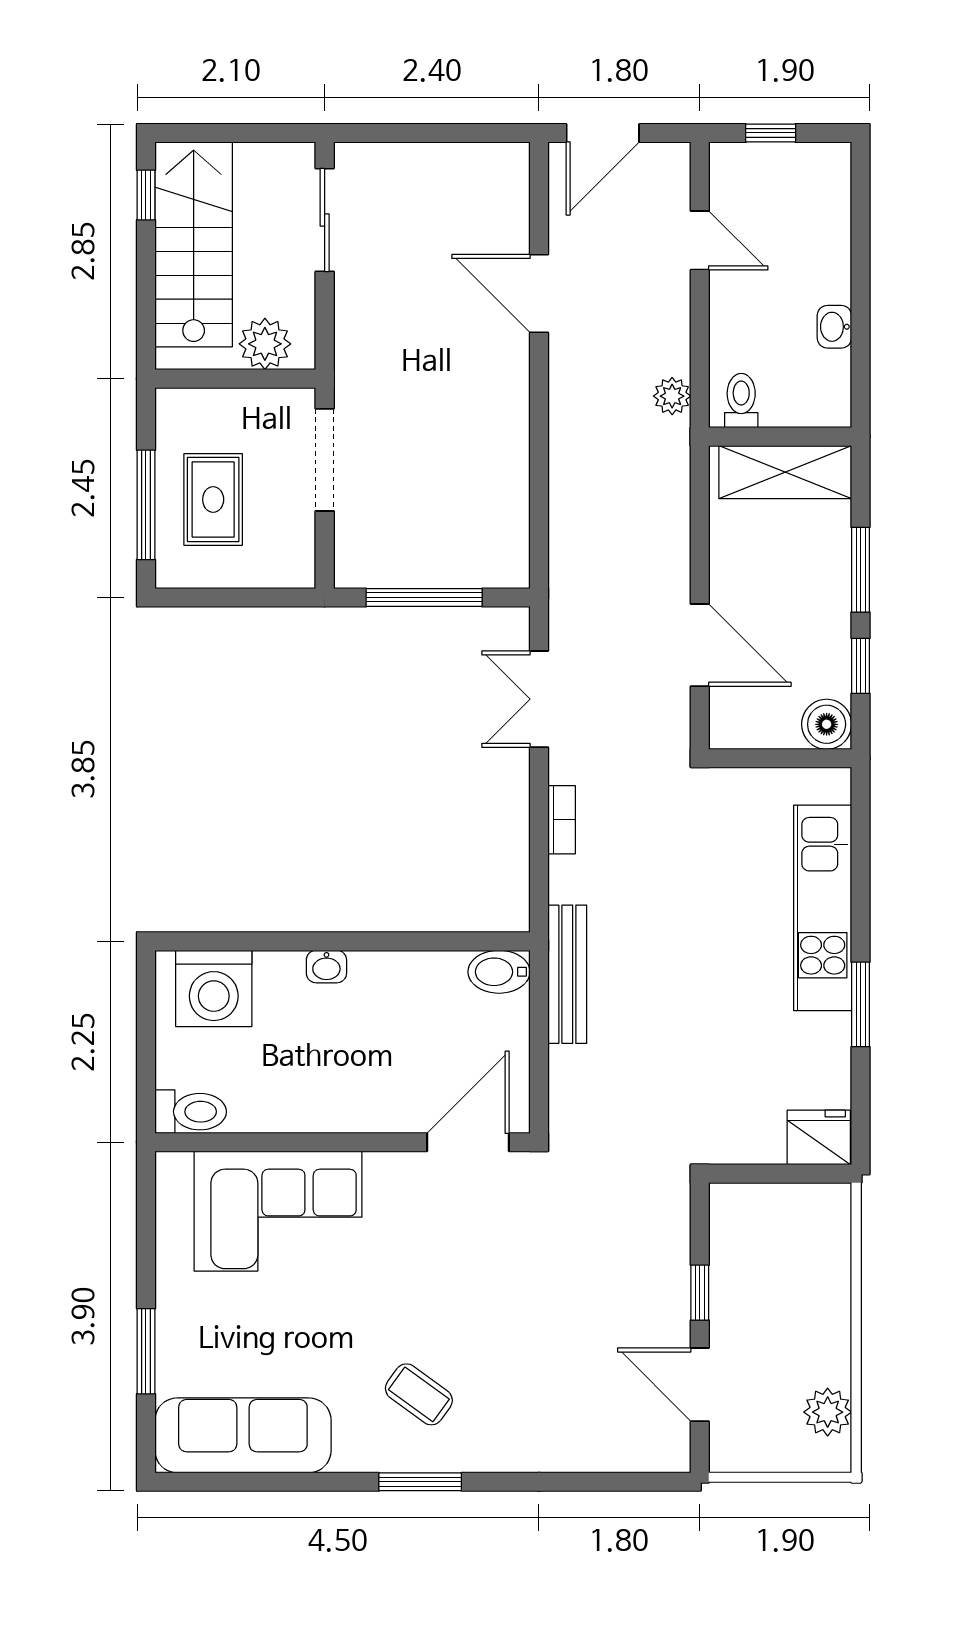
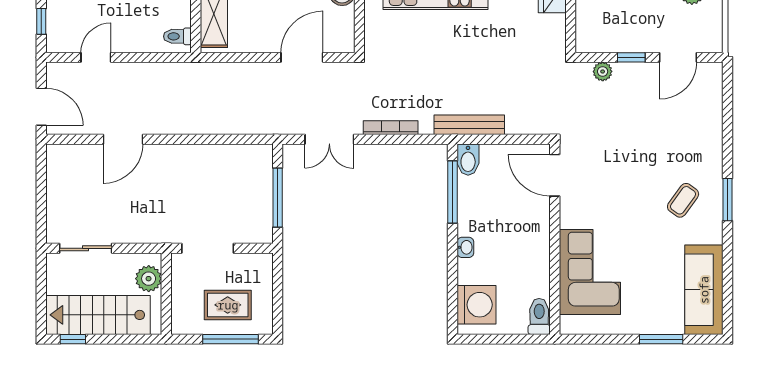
plant: (672, 396) -> (603, 71), moved
bookcase: (562, 820) -> (391, 128), width x1.56
window: (435, 941) -> (453, 192), added

